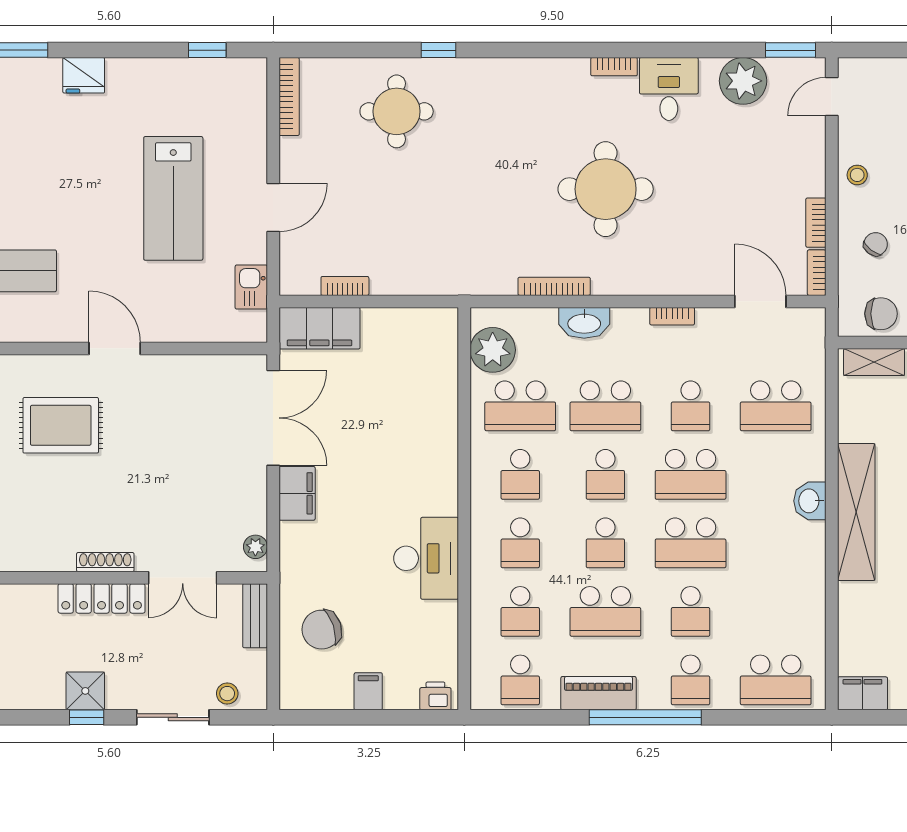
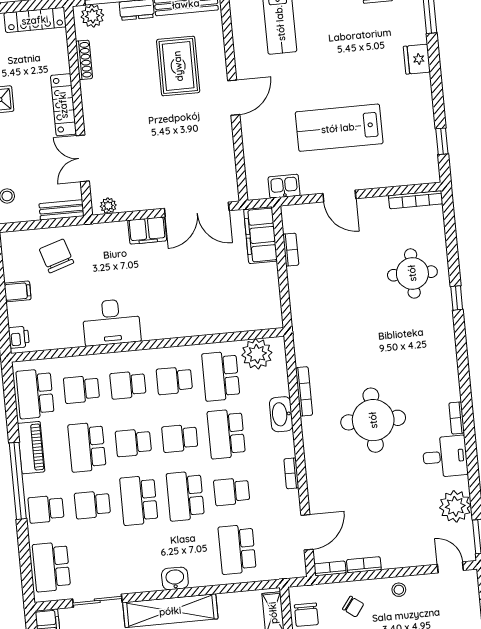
shoe rack: (105, 562) -> (84, 60), moved
sliding door: (832, 618) -> (97, 601), added
school desk: (520, 680) -> (35, 394), width x1.85

